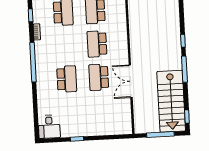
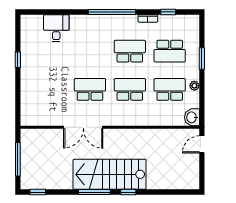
school desk: (67, 79) -> (130, 51), moved, turned 180
double door: (131, 81) -> (83, 127), swing flipped
stairs: (171, 101) -> (109, 174), moved
desk: (49, 127) -> (56, 28), moved, turned 90

